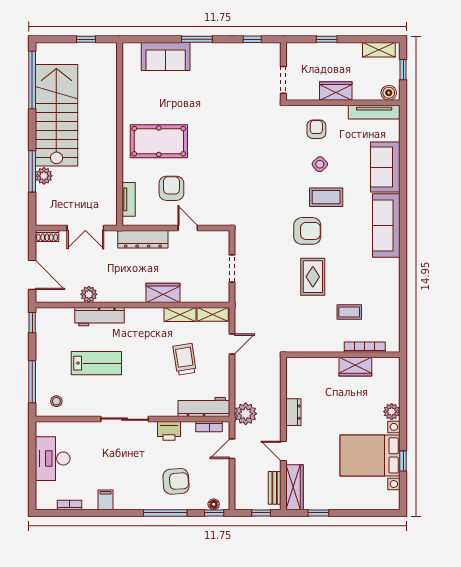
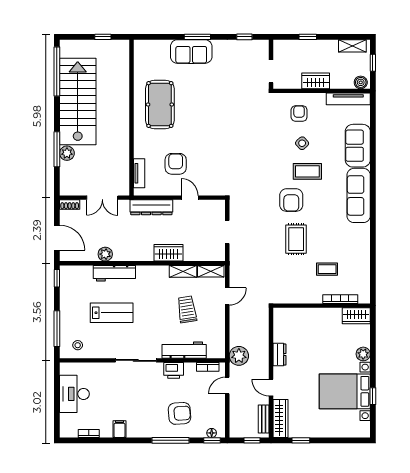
sofa: (166, 57) -> (191, 52), moved
pool table: (159, 141) -> (160, 105), moved, turned 90
armchair: (307, 231) -> (291, 200), turned 90
wardrobe: (355, 367) -> (356, 316), moved
workbench: (204, 407) -> (184, 350), moved

